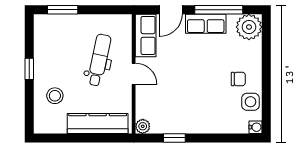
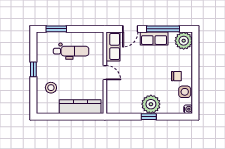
dental chair: (99, 60) -> (71, 51), moved, turned 78
plant: (143, 126) -> (151, 104), moved, width x1.87, depth x1.87
window: (174, 138) -> (149, 117), moved

